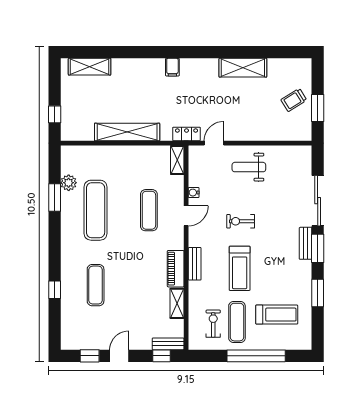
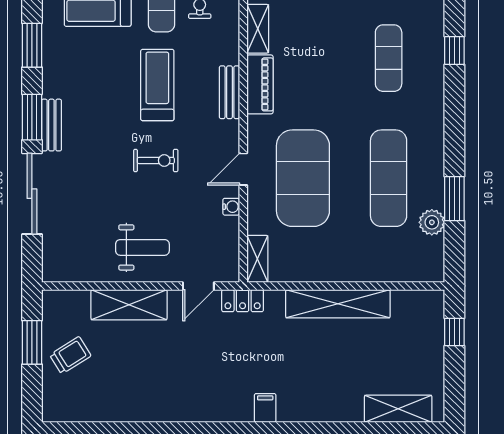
shelving: (243, 68) -> (129, 305), moved
exercise mat: (149, 210) -> (303, 178), width x2.00, depth x1.45

